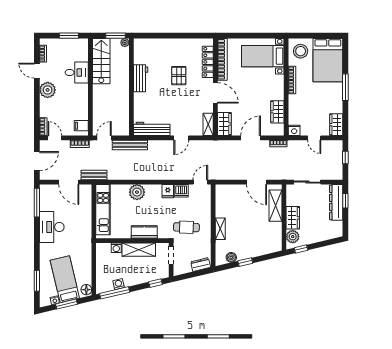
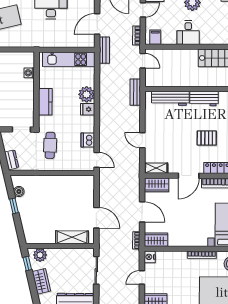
desk: (77, 72) -> (188, 33), moved
wardrobe: (277, 112) -> (156, 240), moved
workbench: (152, 129) -> (170, 98), moved, turned 90
bench: (130, 145) -> (135, 92), width x0.73
door: (256, 182) -> (96, 218), swing flipped
fridge: (168, 191) -> (88, 109), moved
wardrobe: (293, 218) -> (41, 281), moved, turned -103
shelving: (220, 229) -> (48, 180), removed
shelving: (139, 250) -> (27, 96), removed

